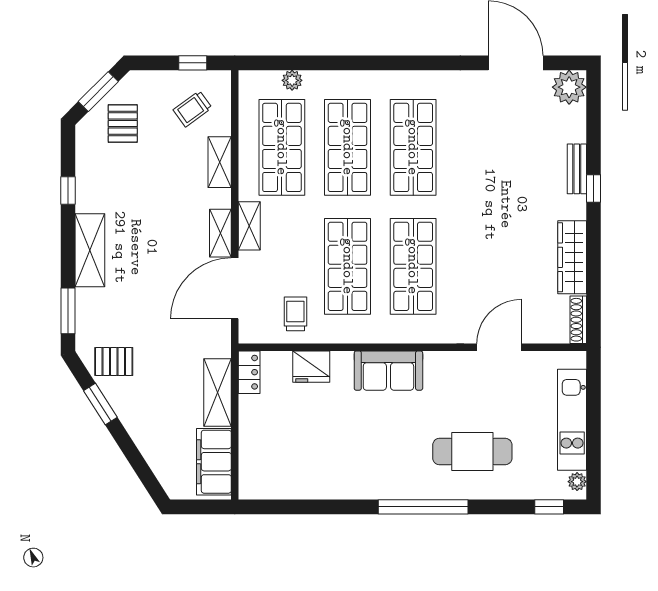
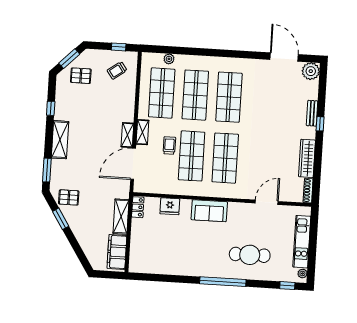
pallet: (123, 123) -> (81, 76), turned 90
shelving: (220, 162) -> (129, 99), removed
trolley: (295, 314) -> (169, 146), moved

